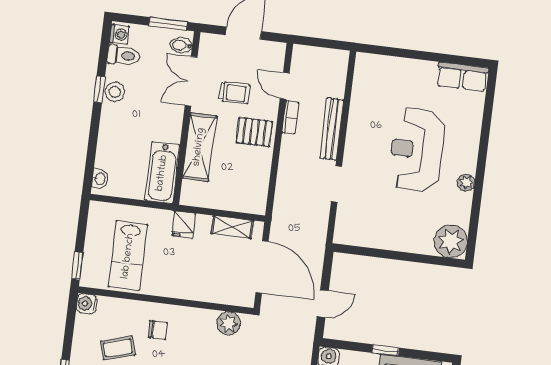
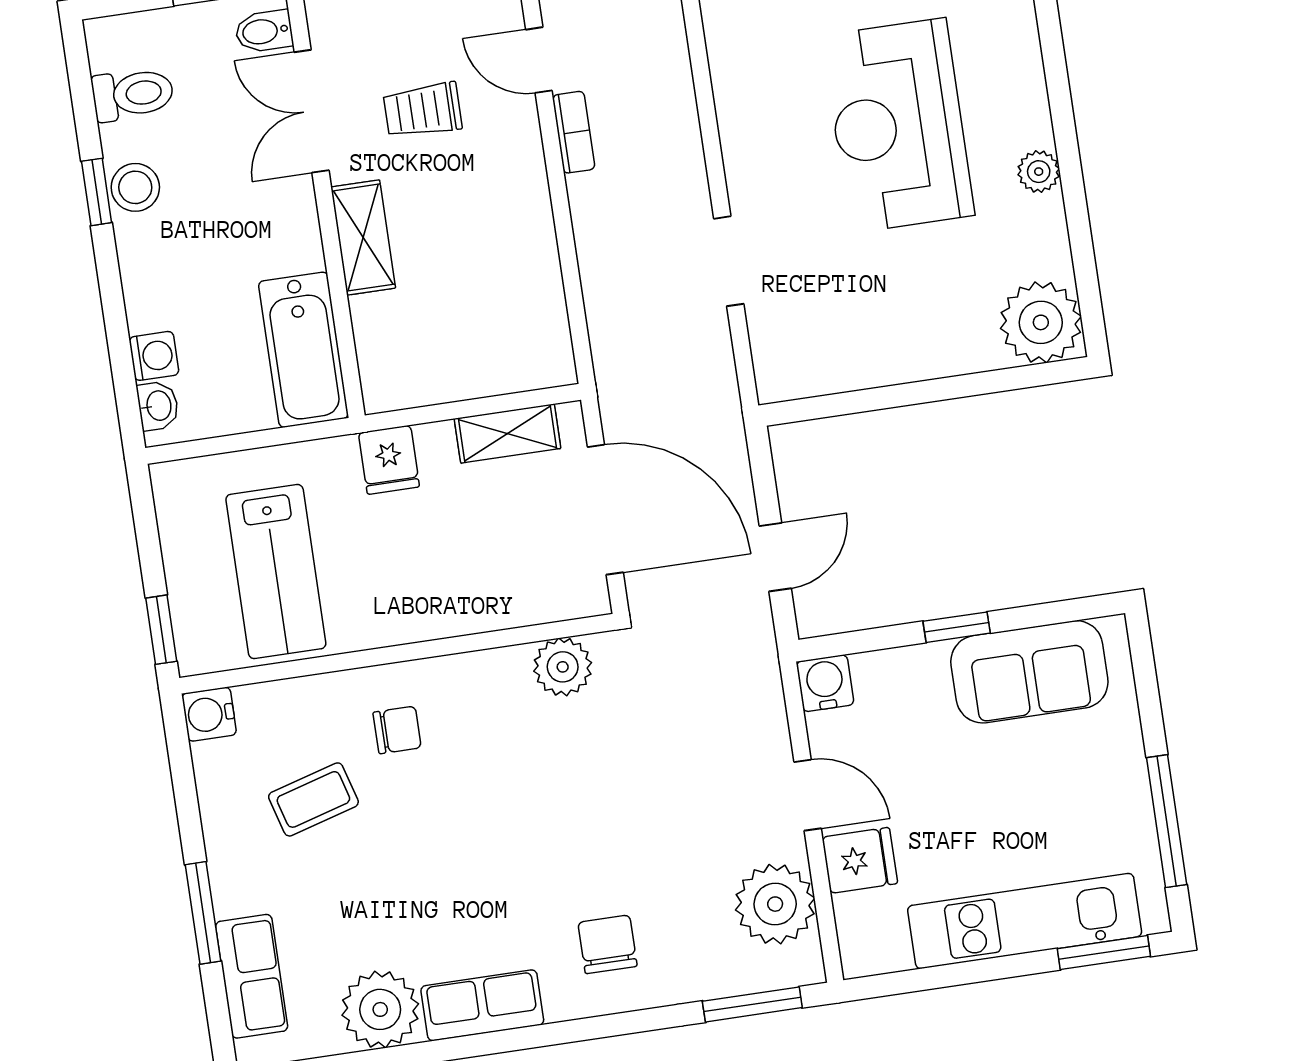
washing machine: (119, 34) -> (154, 356), moved
trolley: (234, 93) -> (423, 110), turned 180
bench: (332, 129) -> (680, 132), removed
pallet: (254, 132) -> (497, 191), removed
shelving: (199, 147) -> (363, 238), width x0.67, depth x0.75

